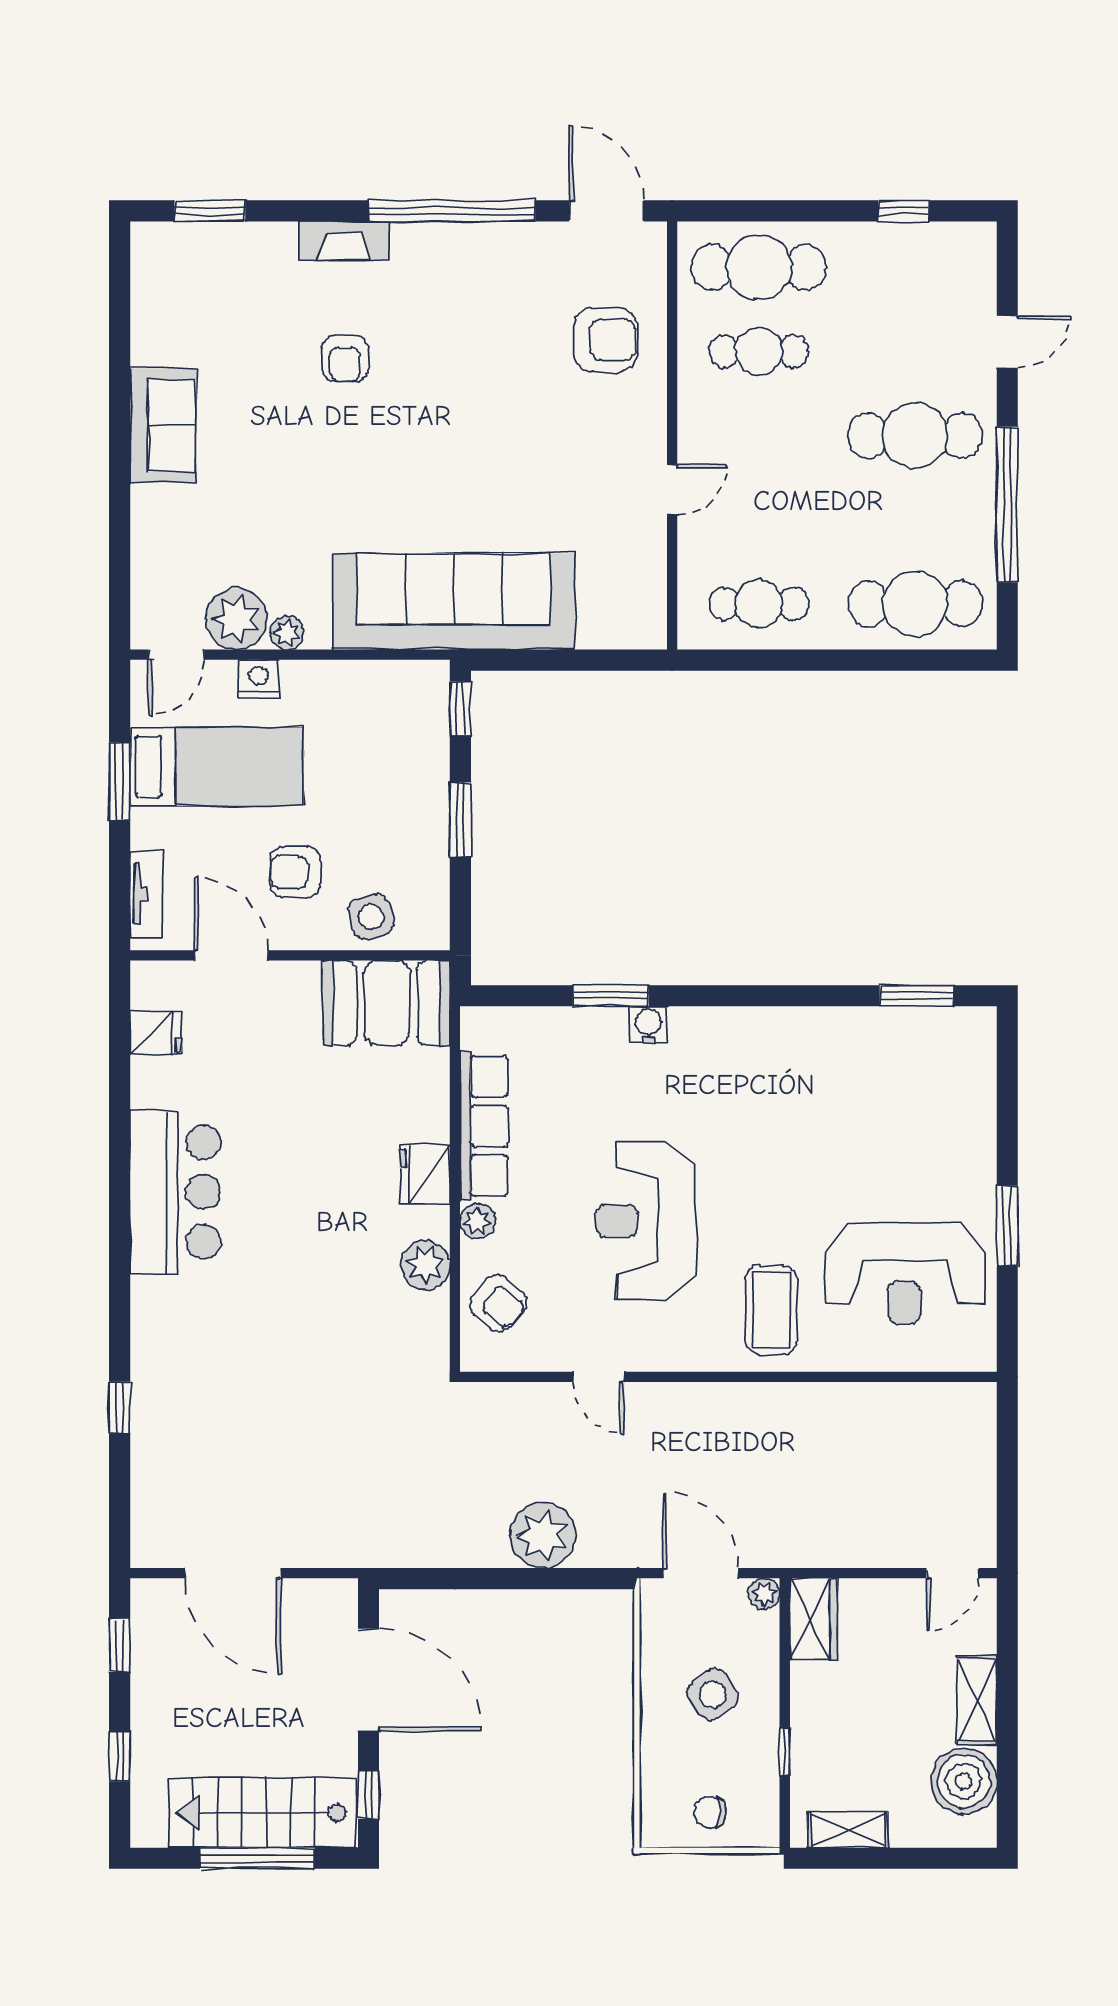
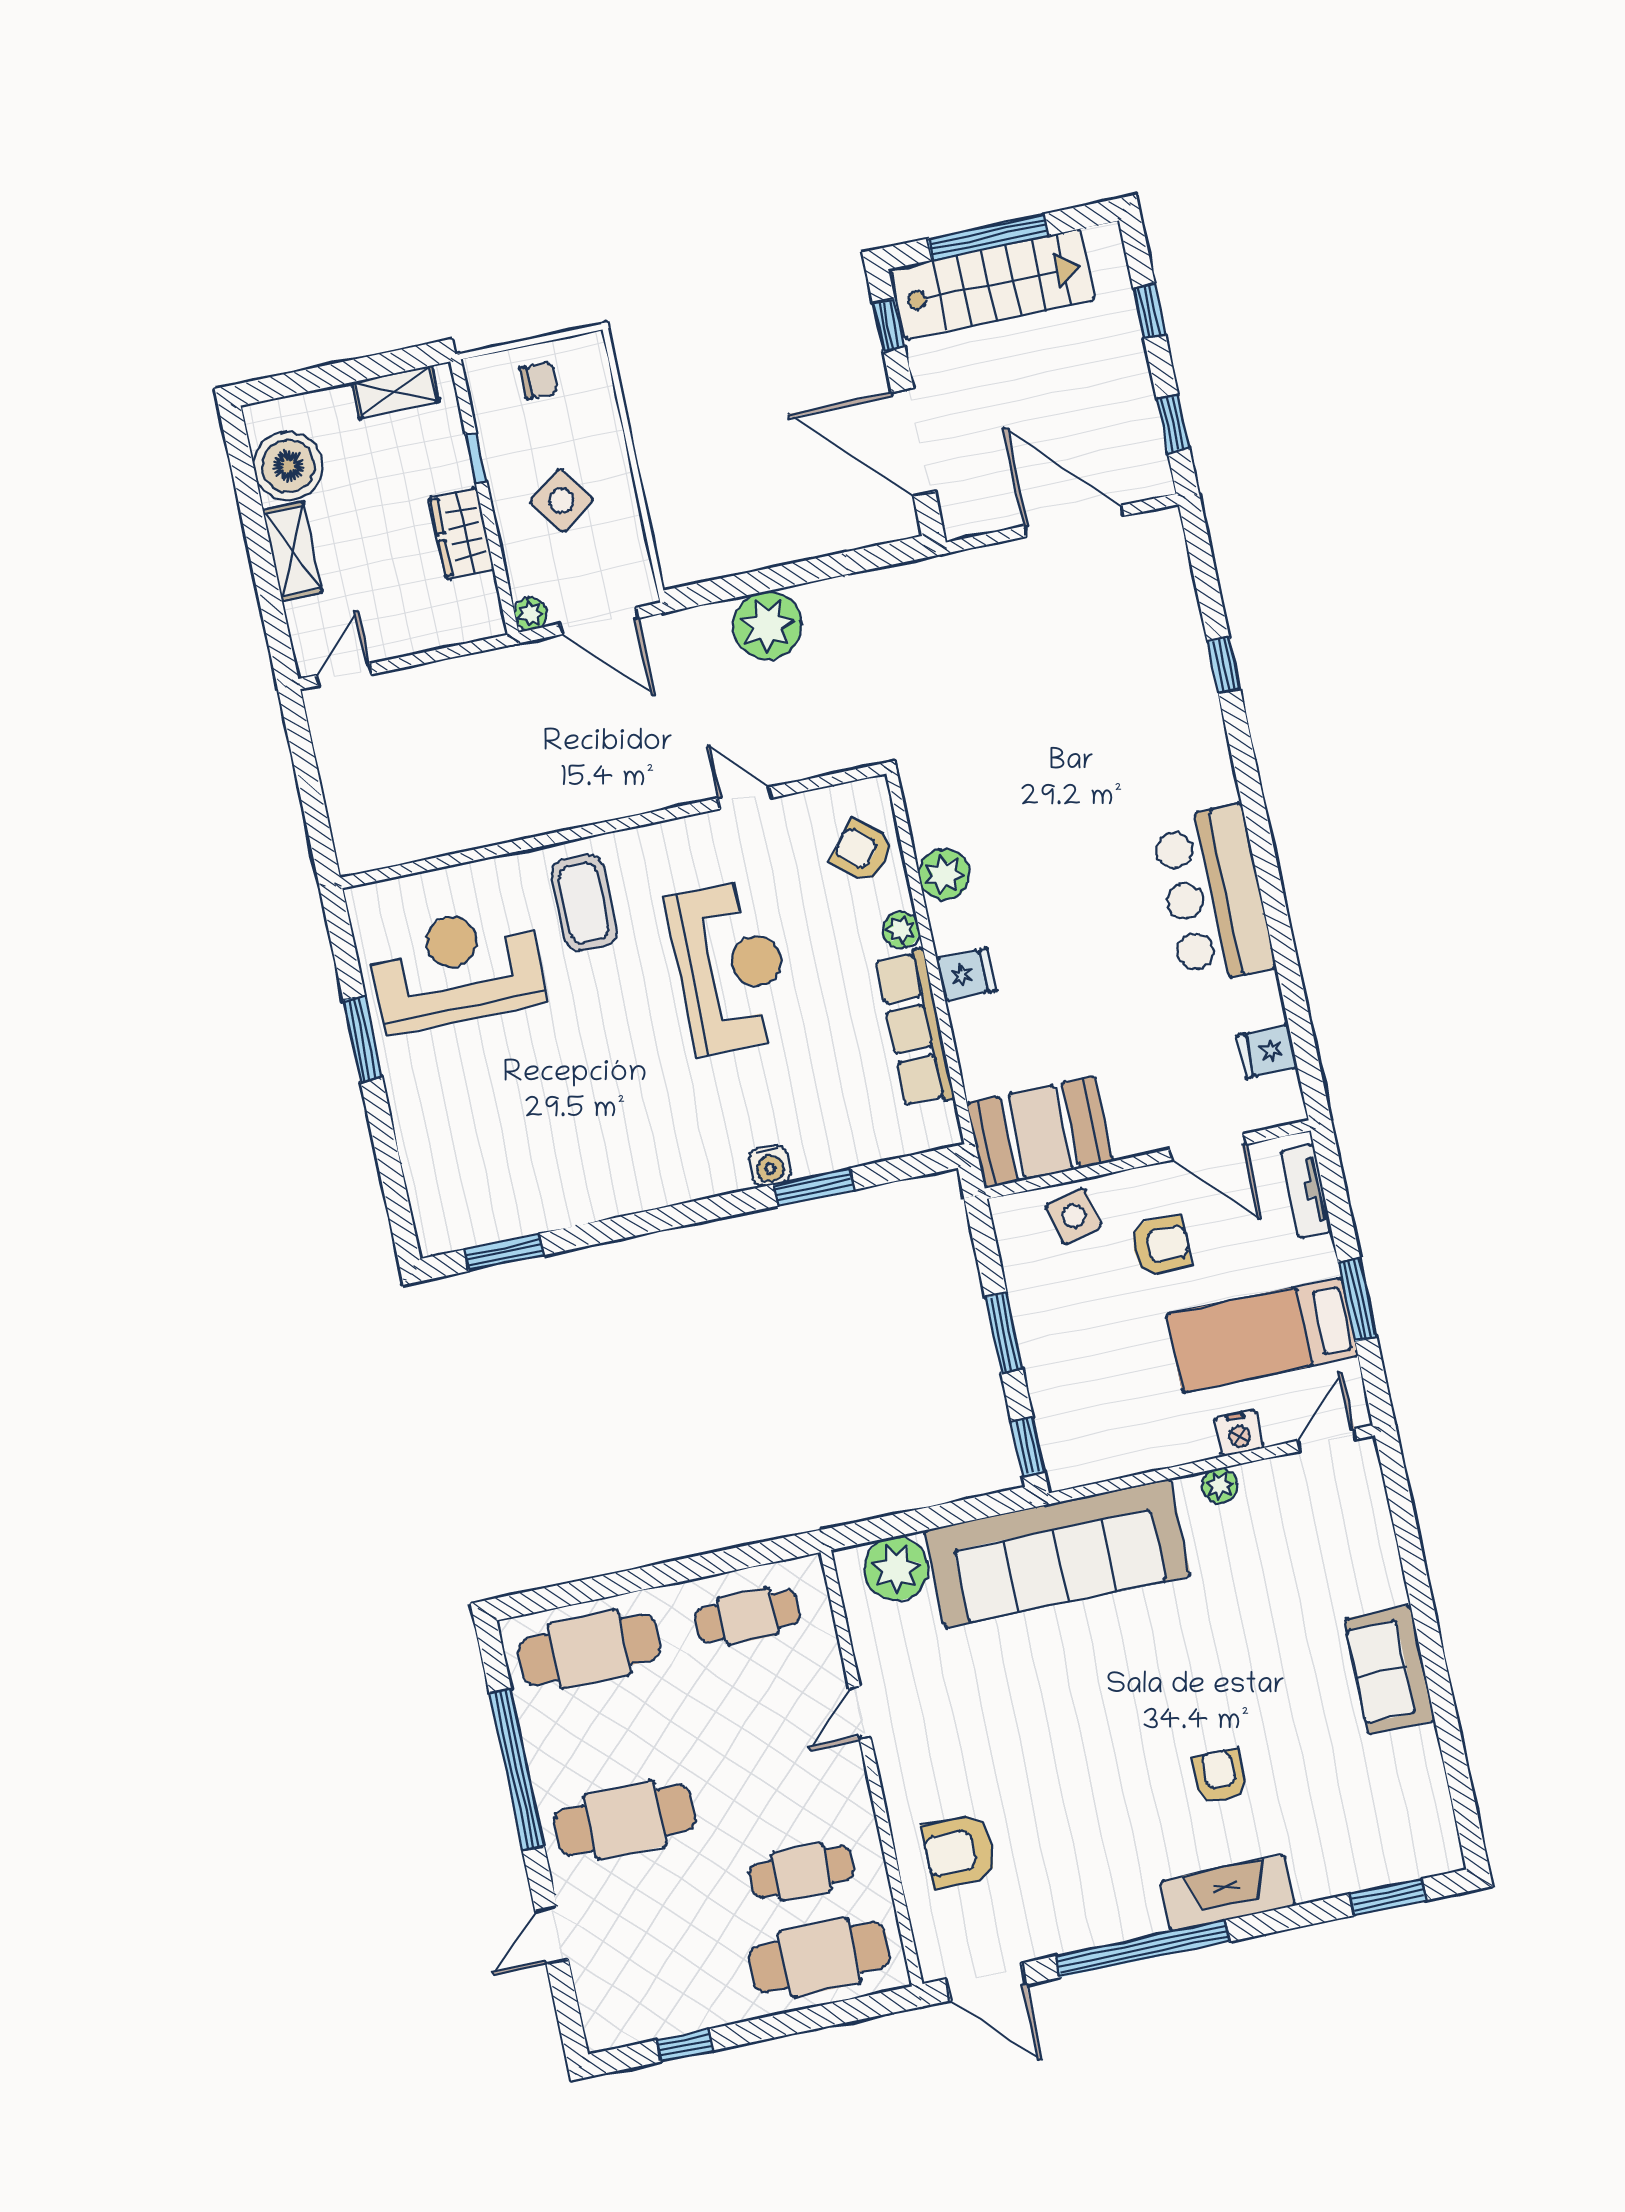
fireplace: (344, 240) -> (1228, 1893), width x1.37, depth x1.32
plant: (236, 619) -> (896, 1569), moved
fridge: (425, 1174) -> (966, 975), width x0.72
wardrobe: (813, 1619) -> (462, 533), moved

